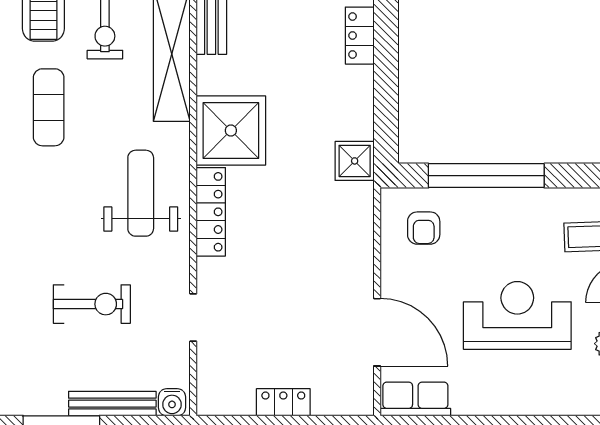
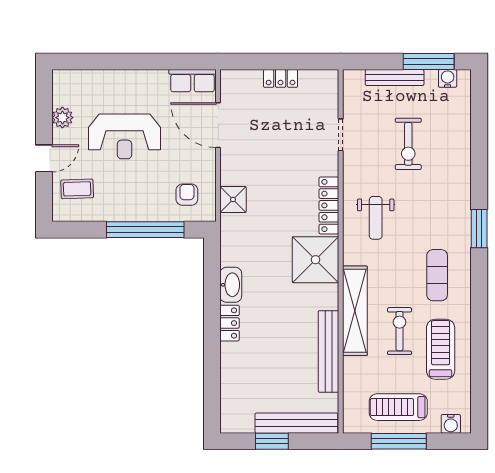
washbasin: (358, 93) -> (231, 285), added
shower: (355, 161) -> (233, 200), moved
weight bench: (141, 193) -> (376, 218), width x0.73, depth x0.75
exercise bike: (92, 304) -> (408, 144), turned -90
water cooler: (172, 402) -> (448, 78), moved

